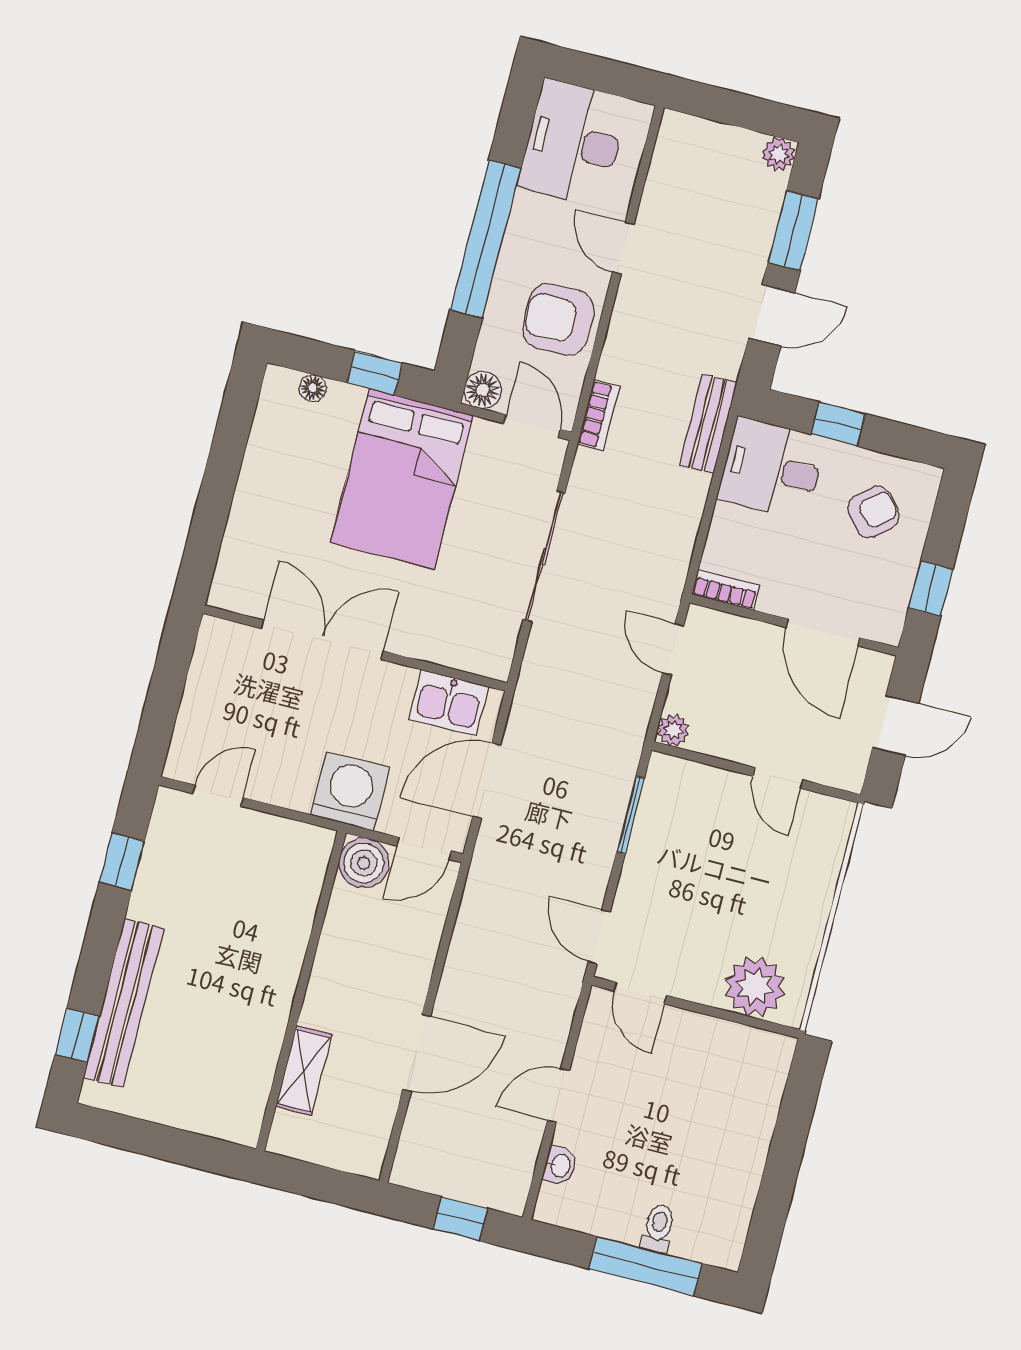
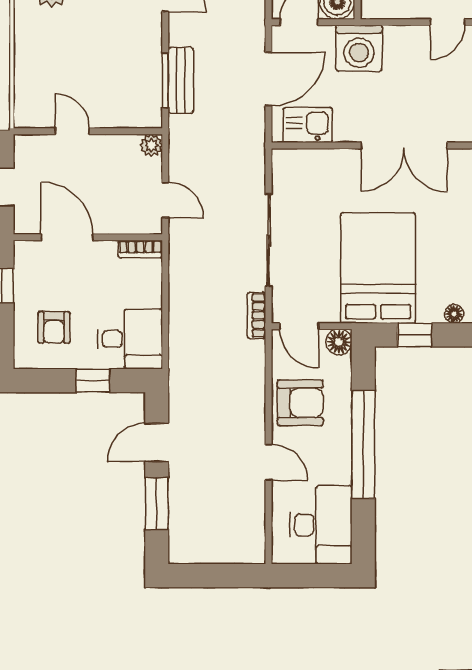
plant: (779, 154) -> (180, 553), removed
bookcase: (598, 415) -> (256, 315), moved
bench: (708, 424) -> (181, 80), moved
armchair: (873, 512) -> (54, 327), turned -49

